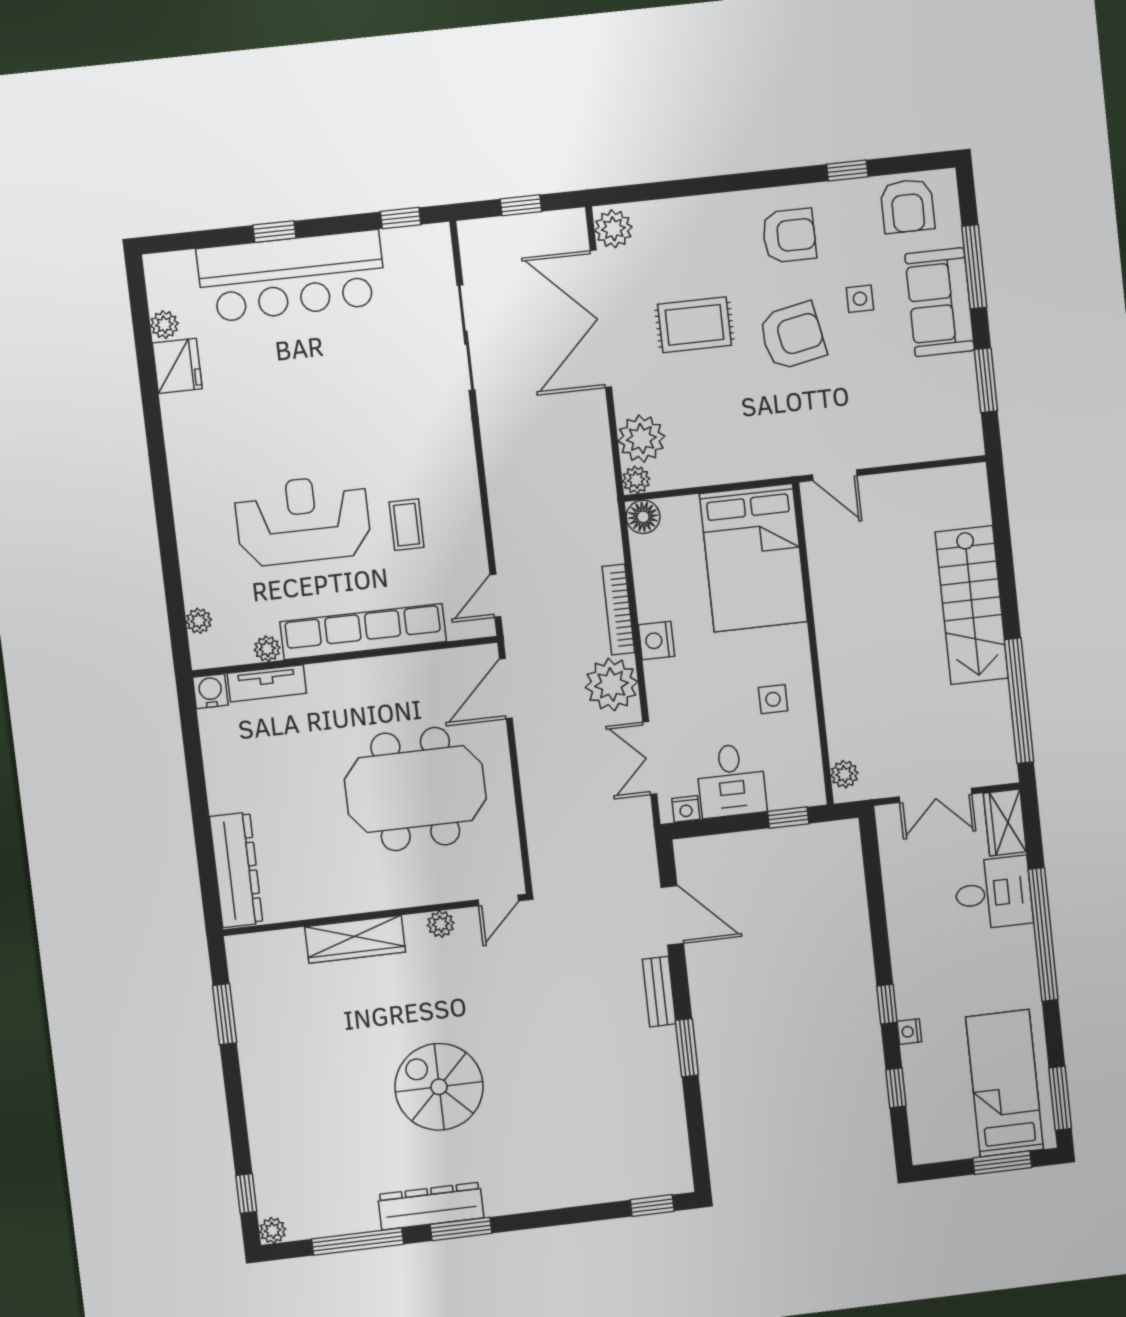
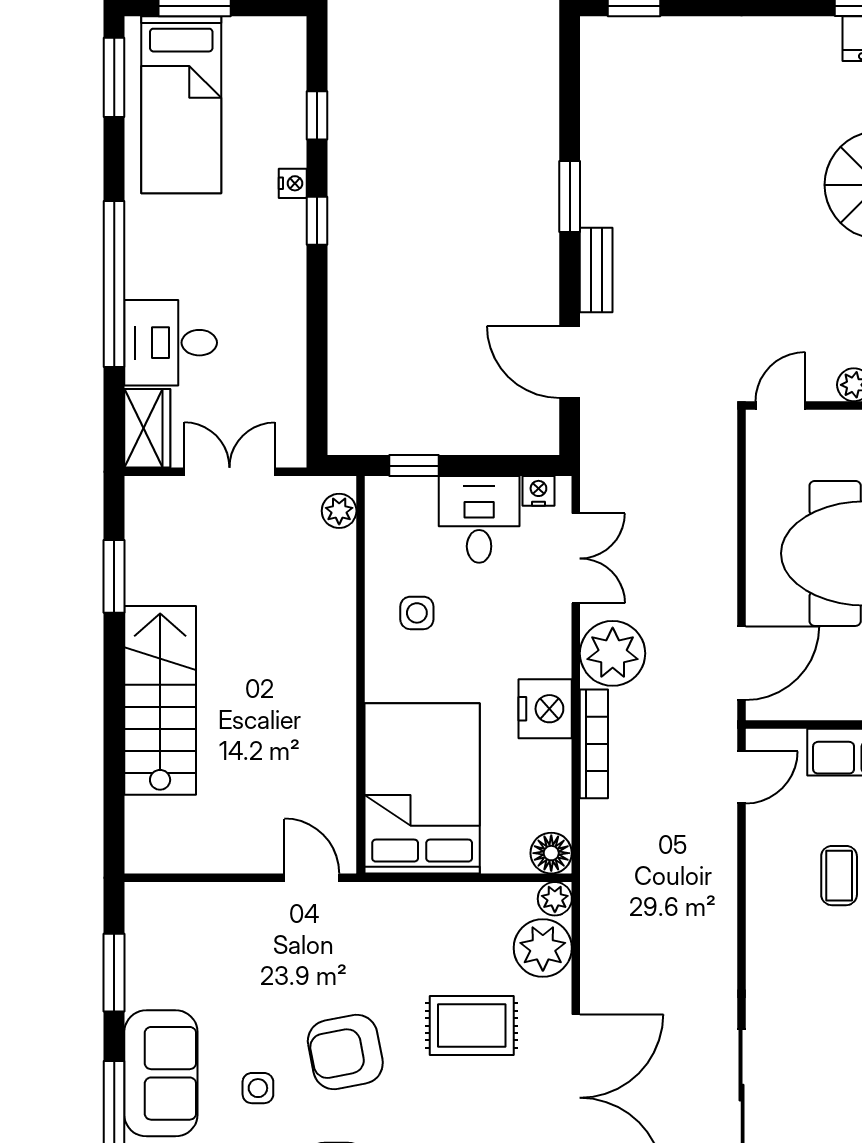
rug: (695, 325) -> (472, 1026), moved
nightstand: (656, 640) -> (545, 709), width x1.36, depth x1.33
window: (1019, 701) -> (114, 576), width x0.47

